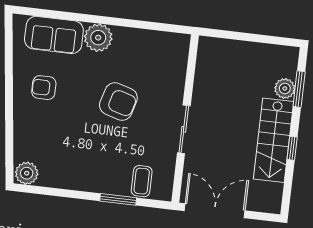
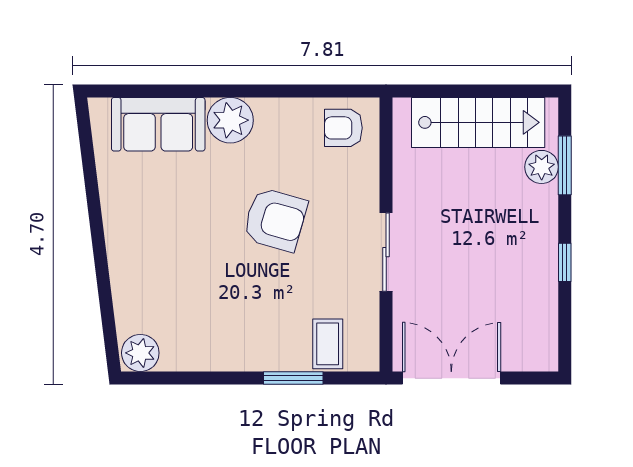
armchair: (44, 88) -> (343, 128), moved
stairs: (274, 140) -> (478, 122), moved, turned -90

